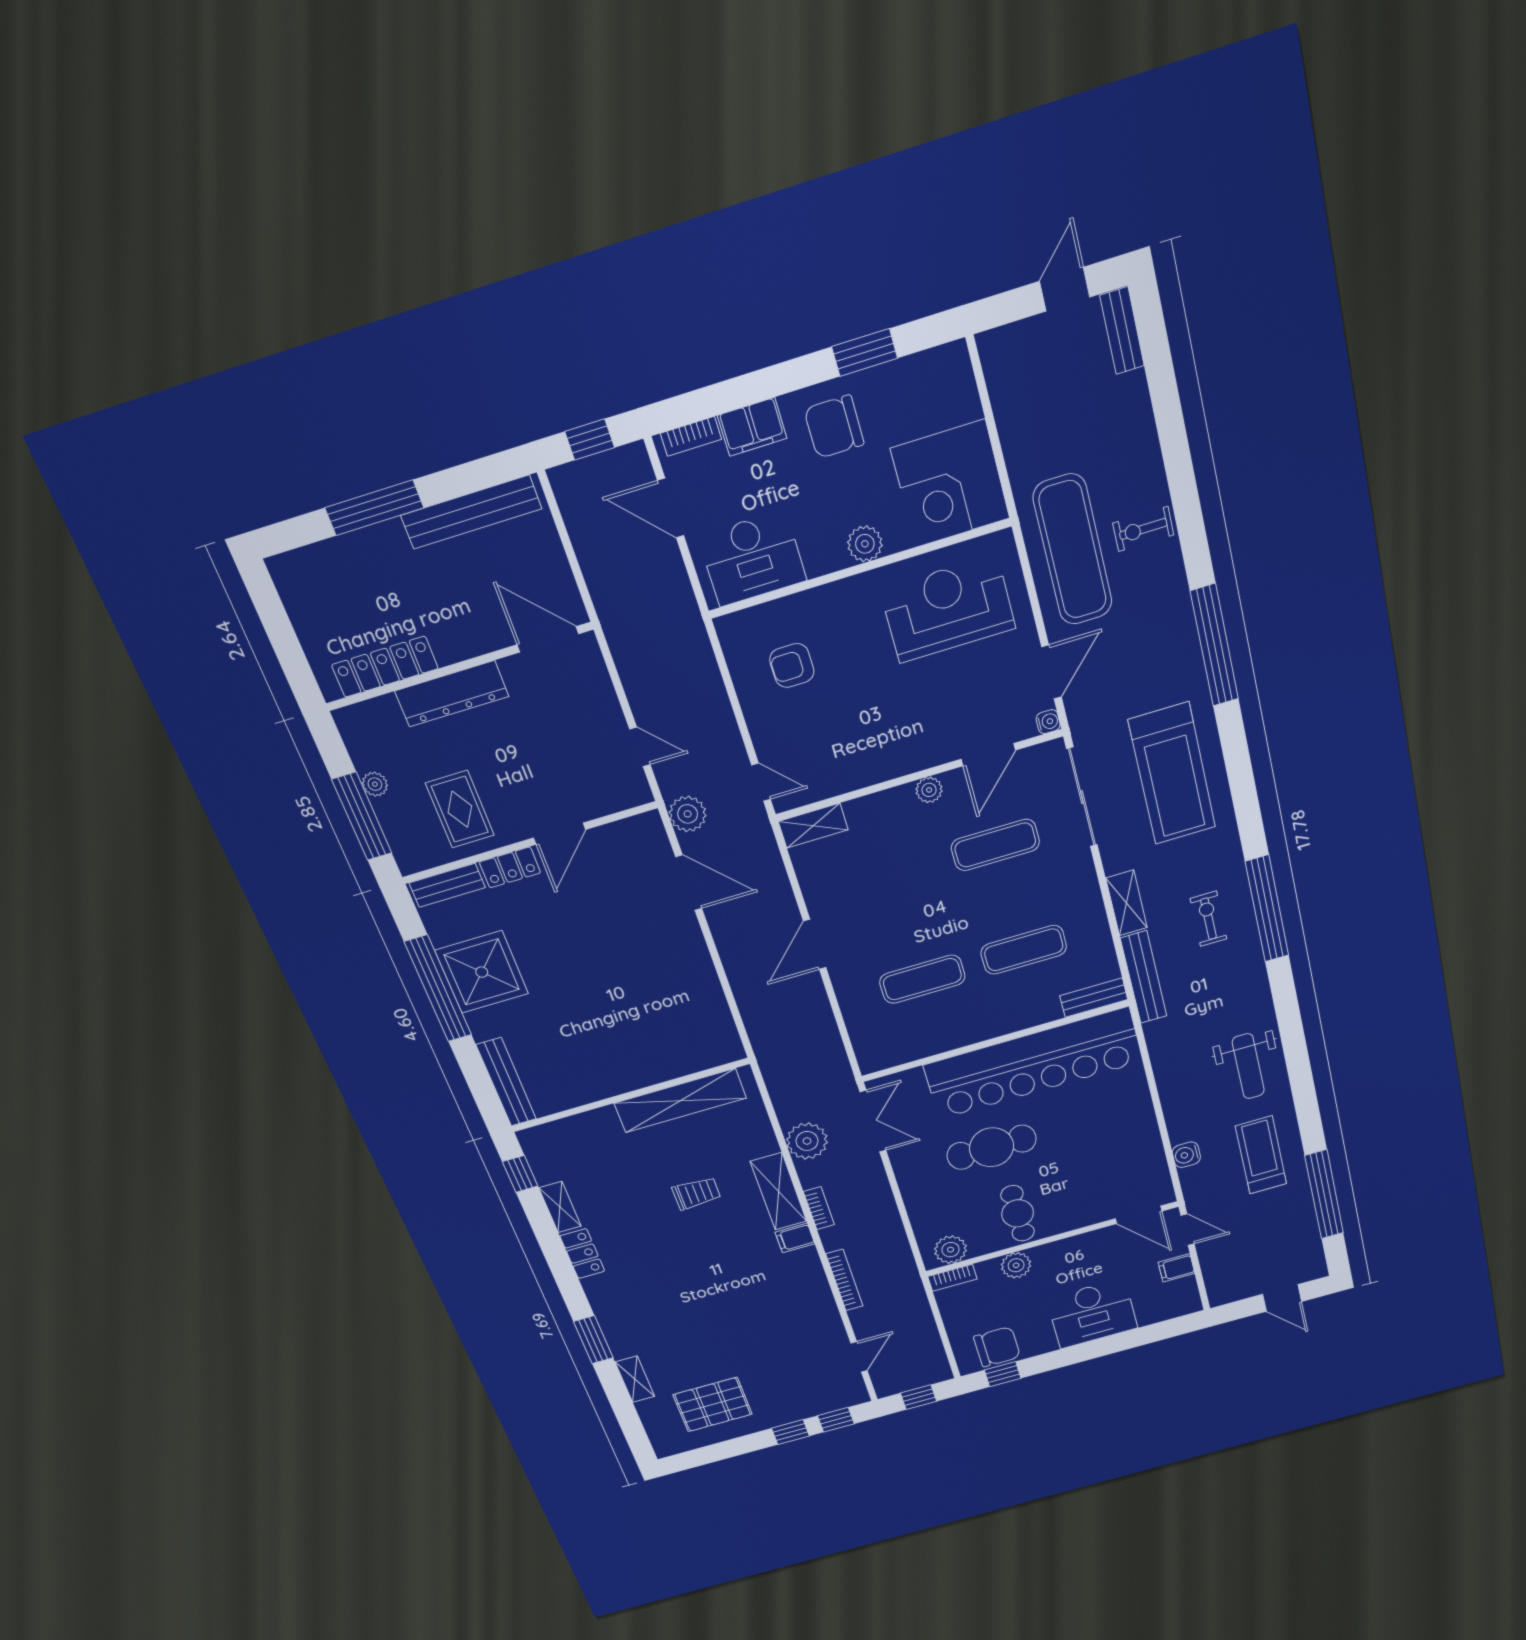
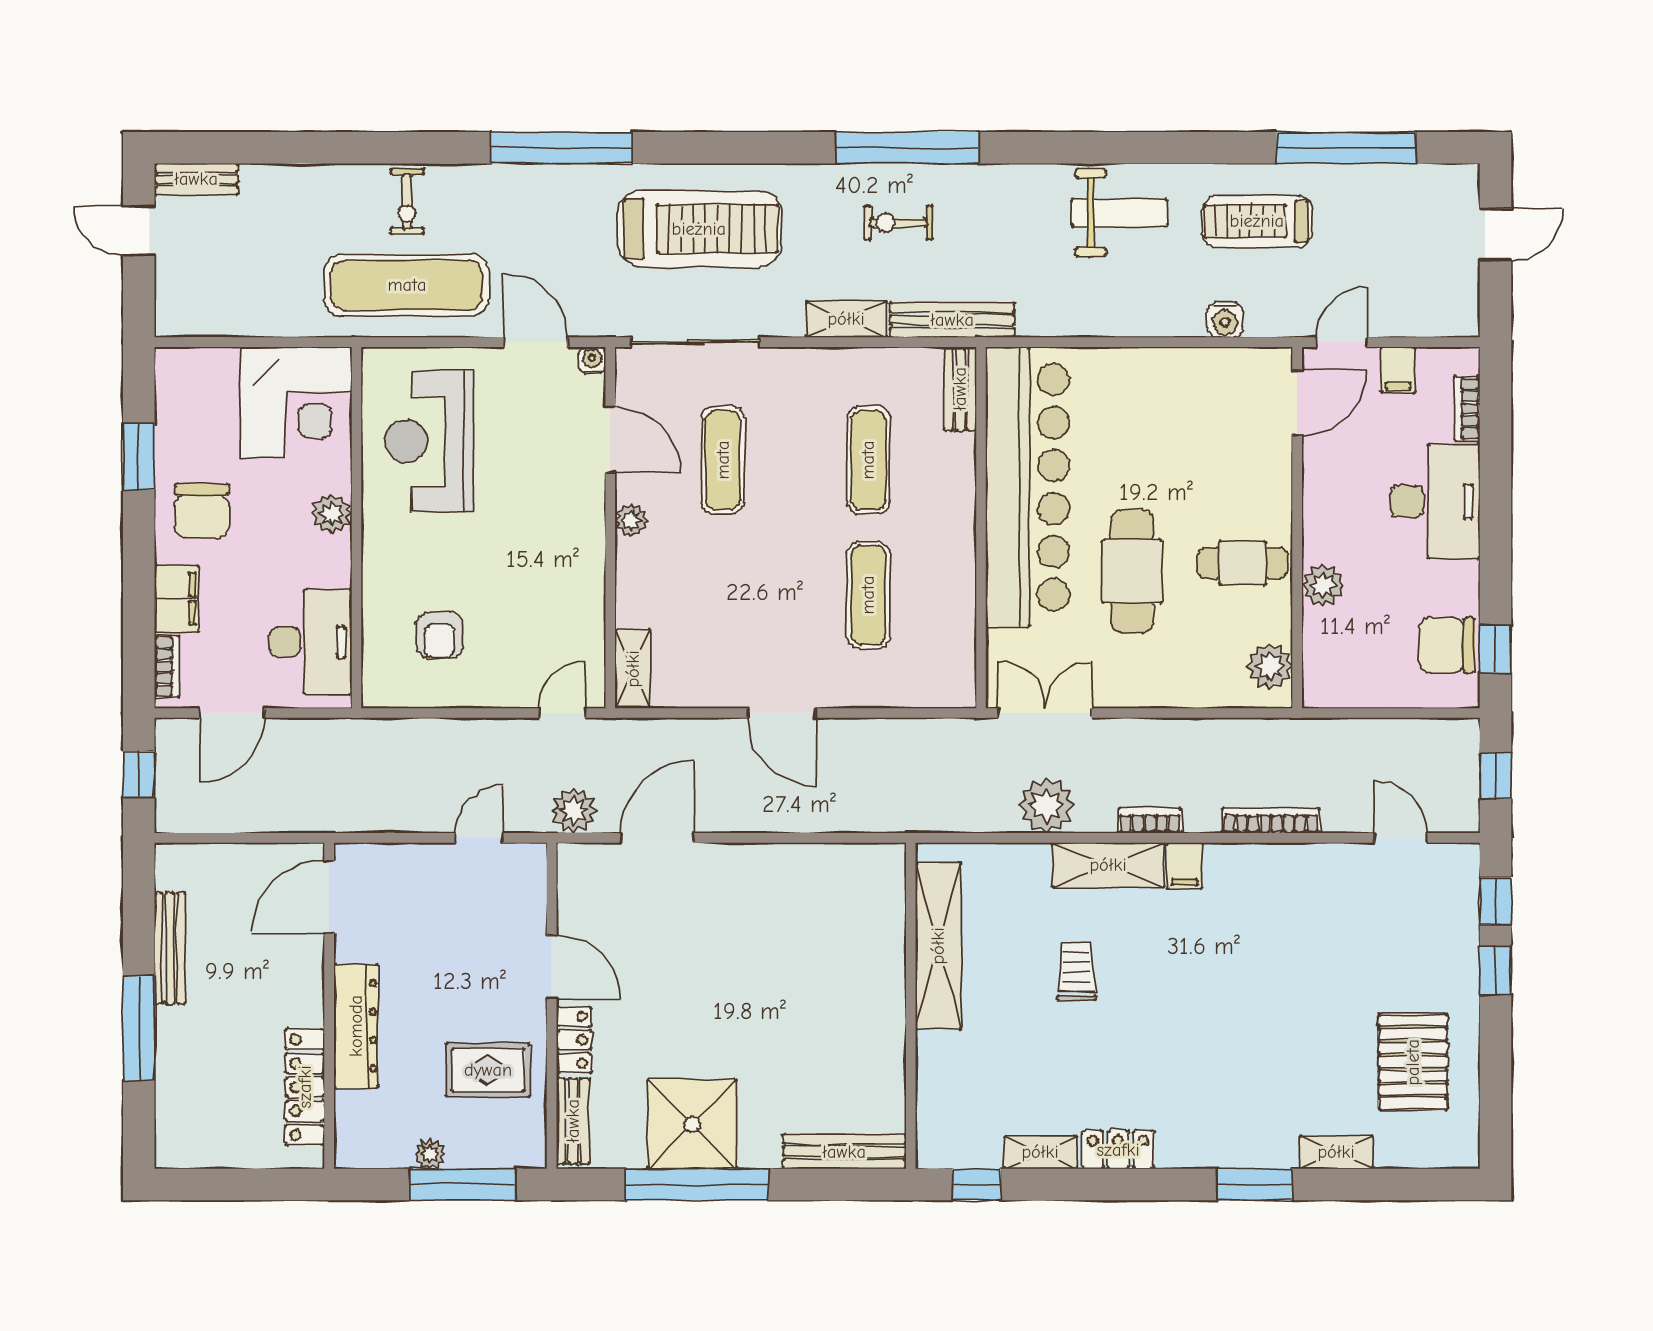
bench: (471, 512) -> (170, 948), width x0.73, depth x0.82
bookcase: (952, 1278) -> (1467, 408), moved, turned 180
chair: (997, 1347) -> (1447, 645), turned -90

